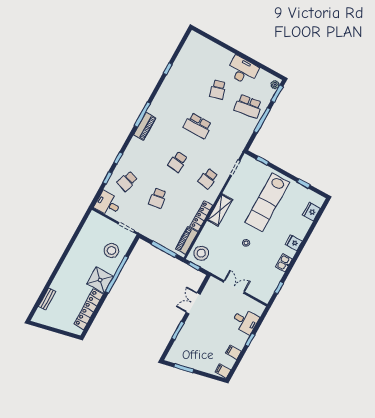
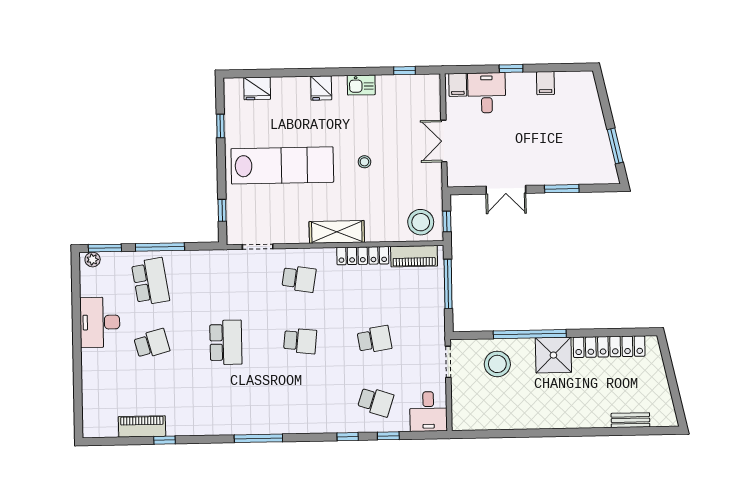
piano: (145, 127) -> (142, 426), moved
filing cabinet: (223, 371) -> (458, 85), moved

